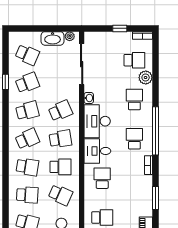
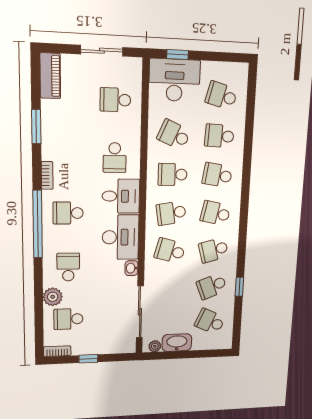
school desk: (134, 100) -> (68, 267), turned 180
school desk: (60, 111) -> (170, 251), turned 39
school desk: (27, 139) -> (215, 213), turned 36
school desk: (134, 139) -> (68, 213), turned 90

